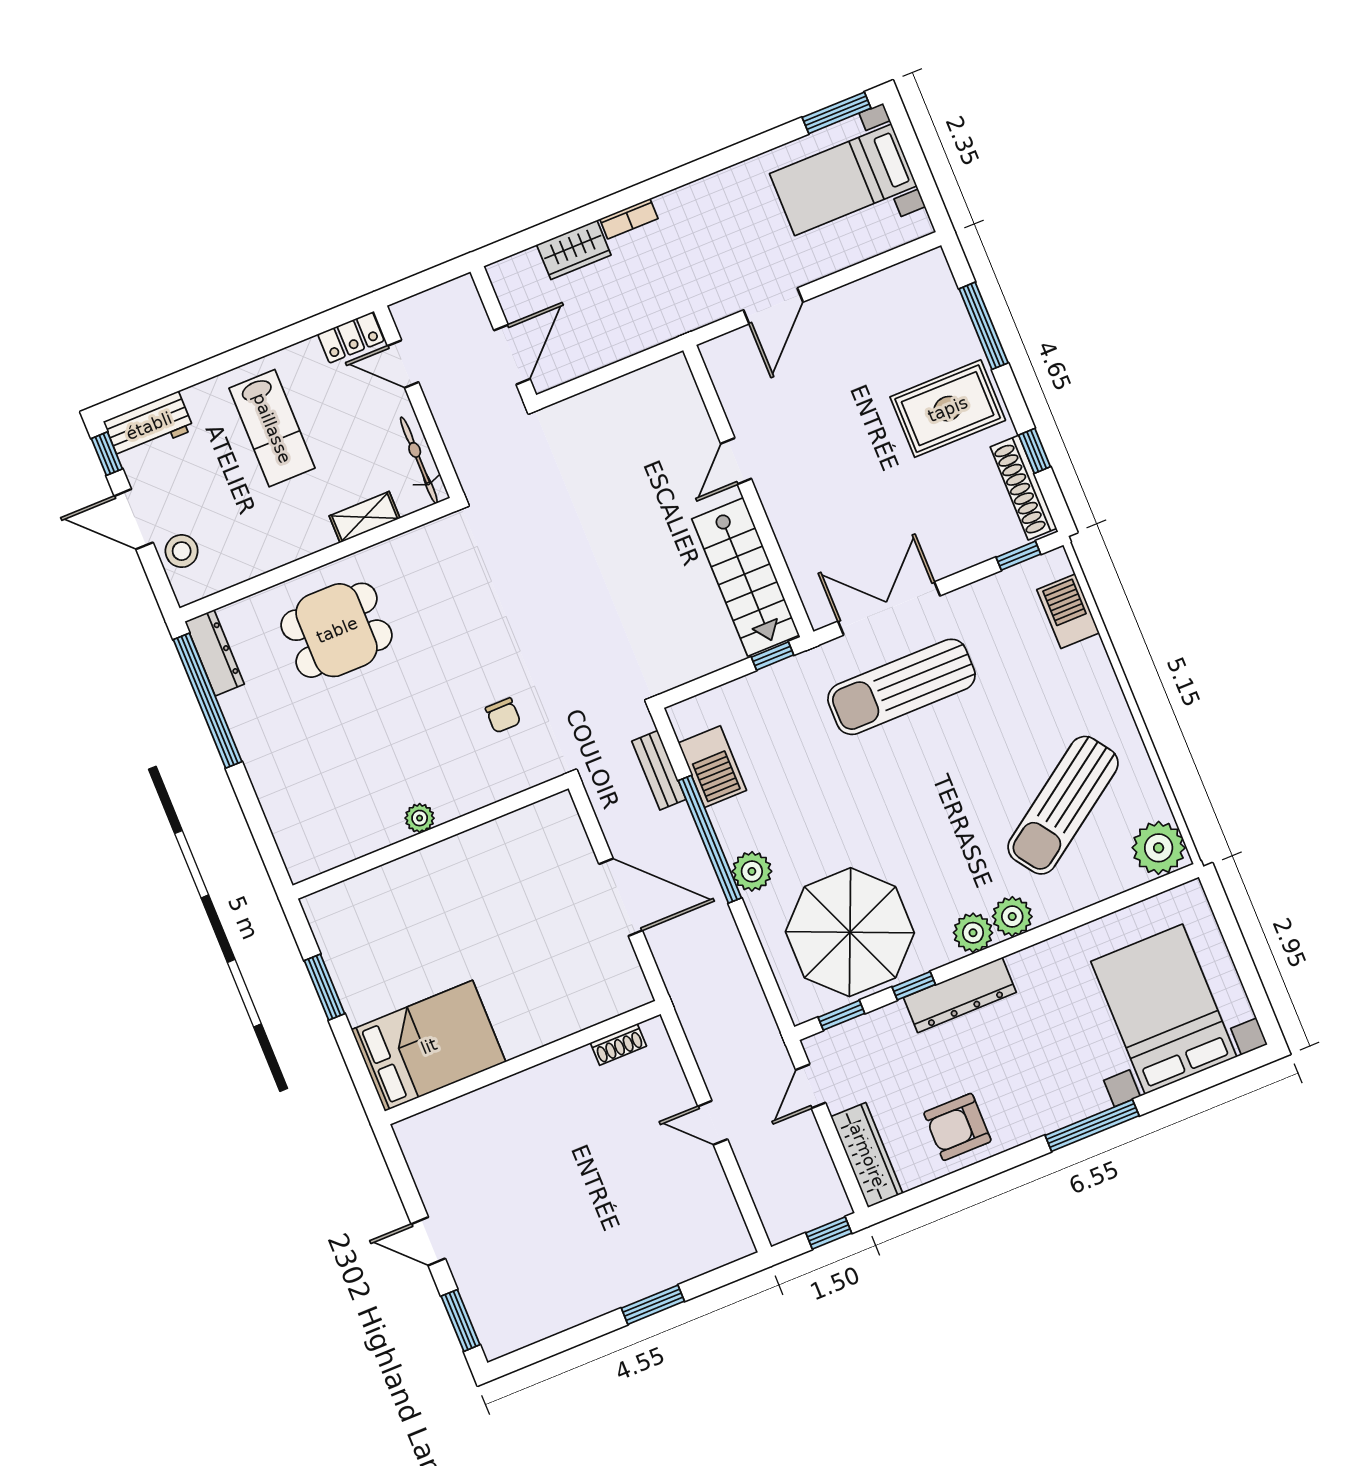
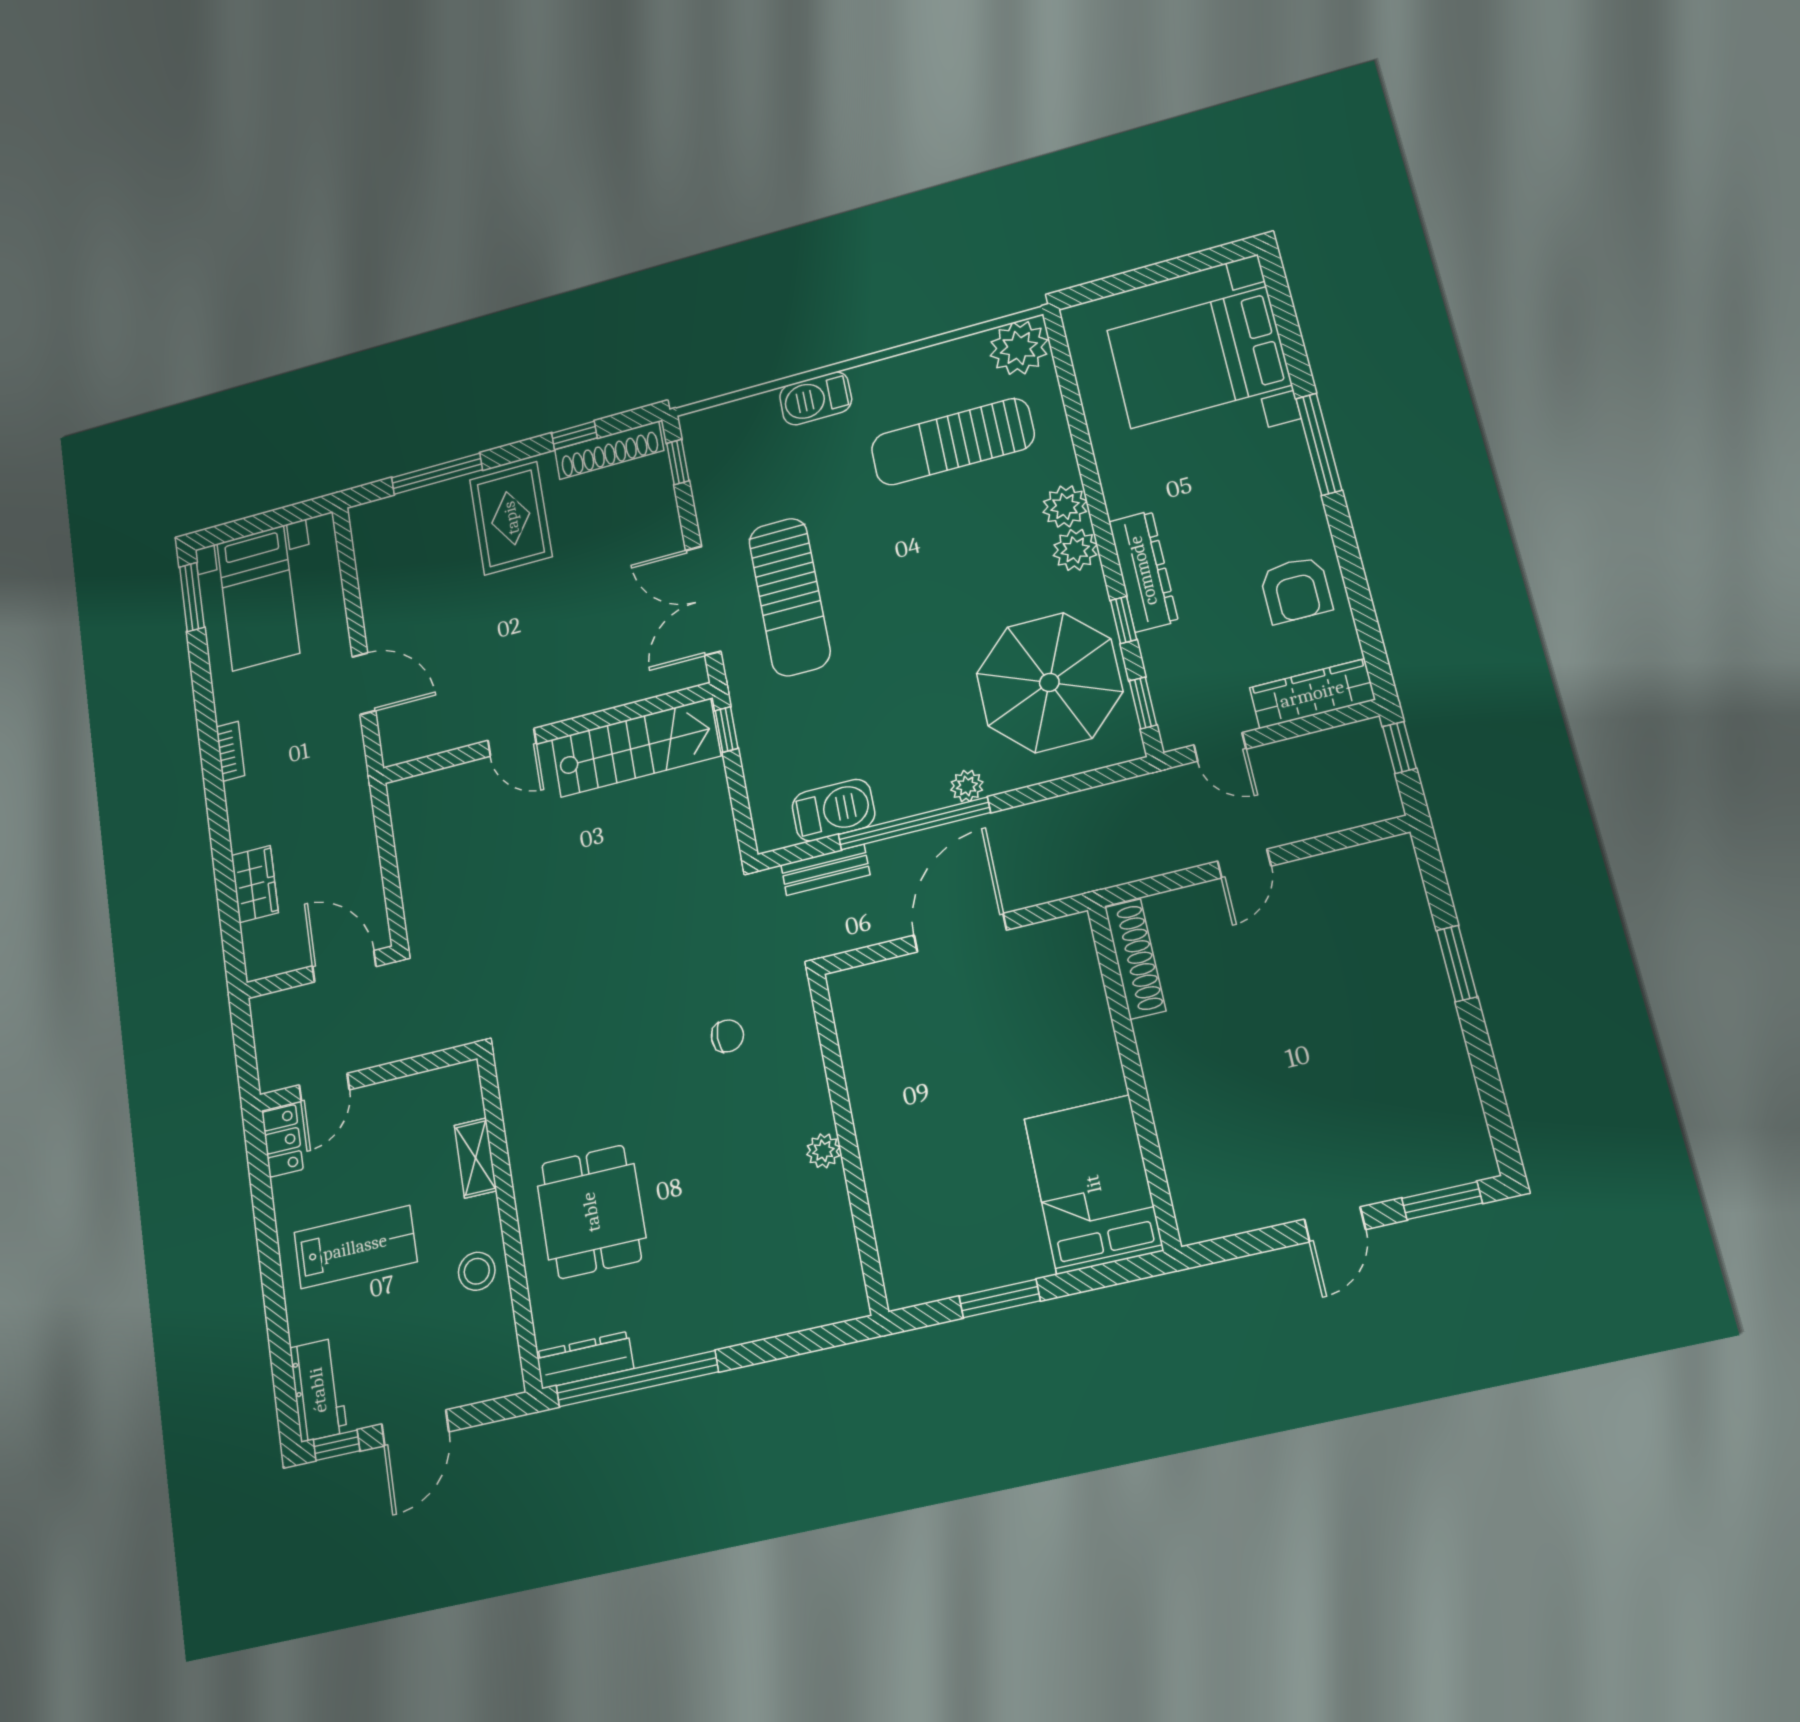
bookcase: (629, 219) -> (230, 751), moved
bicycle: (419, 460) -> (429, 1087), removed
stool: (182, 551) -> (477, 1271), moved
barbecue: (1068, 611) -> (816, 398), moved
sun lounger: (1063, 805) -> (953, 442), turned 125
plant: (752, 871) -> (967, 786), width x0.73, depth x0.73
shoe rack: (618, 1044) -> (1135, 959), width x1.94, depth x1.24

